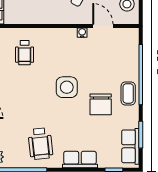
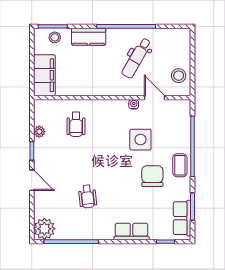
side table: (67, 87) -> (140, 140), moved
chair: (101, 104) -> (152, 176), turned 180
wheelchair: (40, 144) -> (88, 196), moved, width x0.73, depth x0.73

